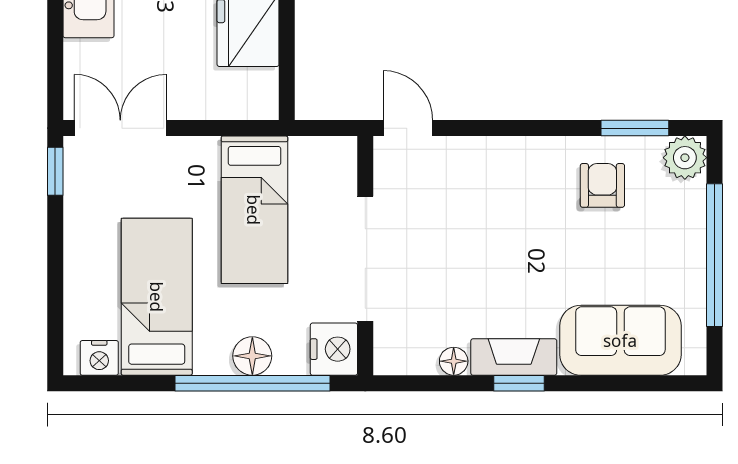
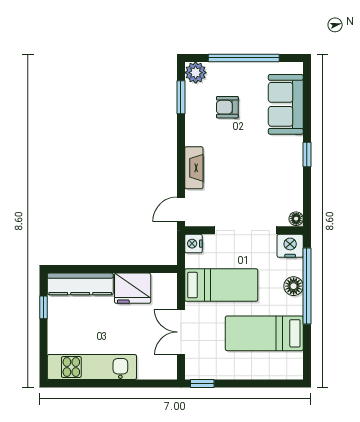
double door: (120, 128) -> (181, 332), moved
armchair: (602, 185) -> (227, 107), moved
fireplace: (514, 357) -> (194, 168), moved, turned 180
nightstand: (99, 358) -> (193, 244), moved, turned 180
floor lamp: (454, 361) -> (296, 219), moved

